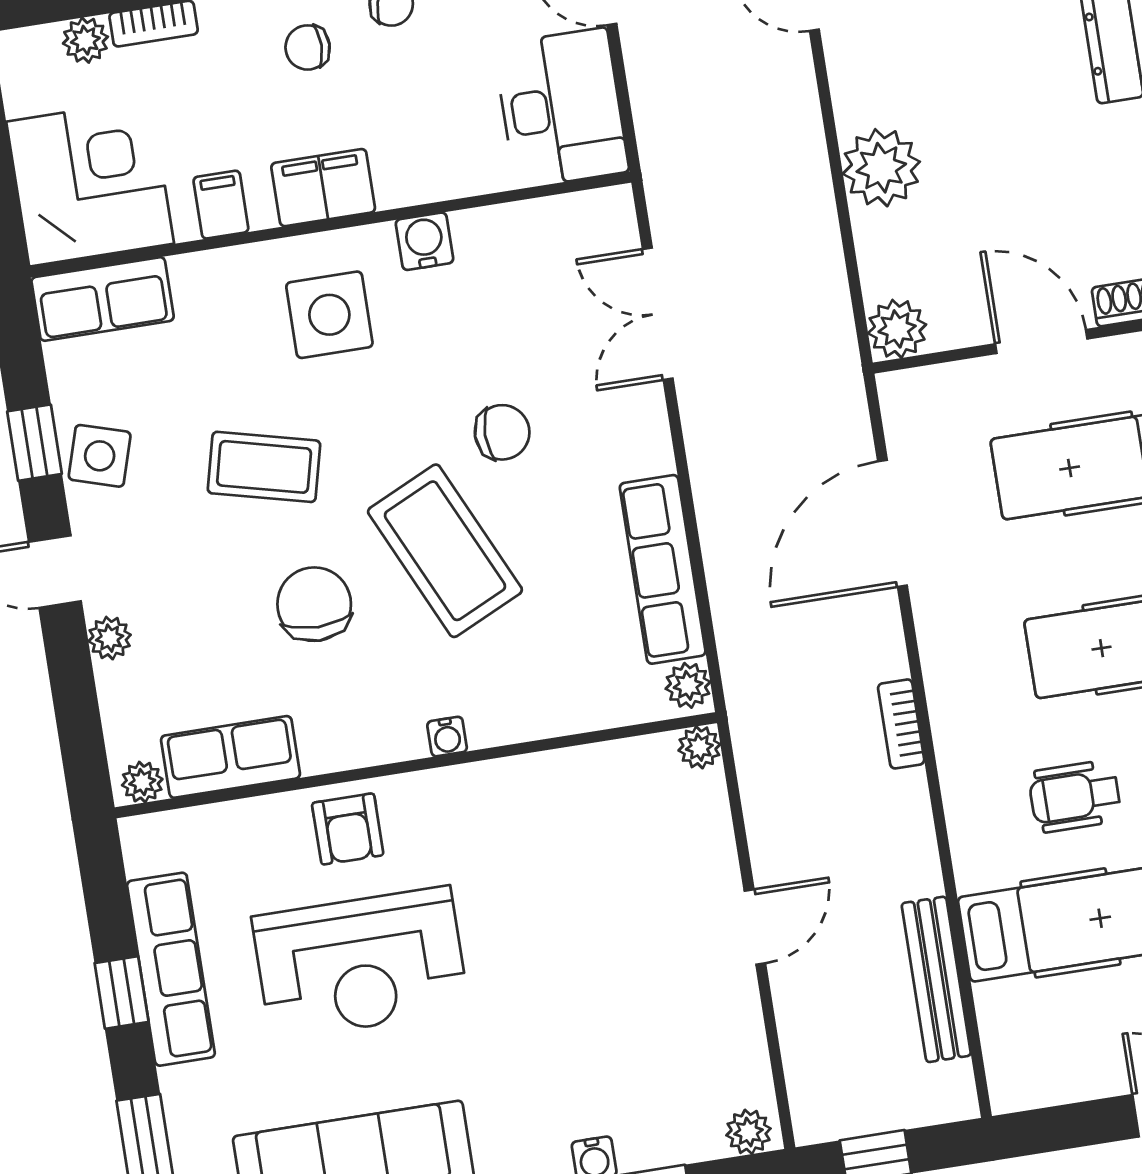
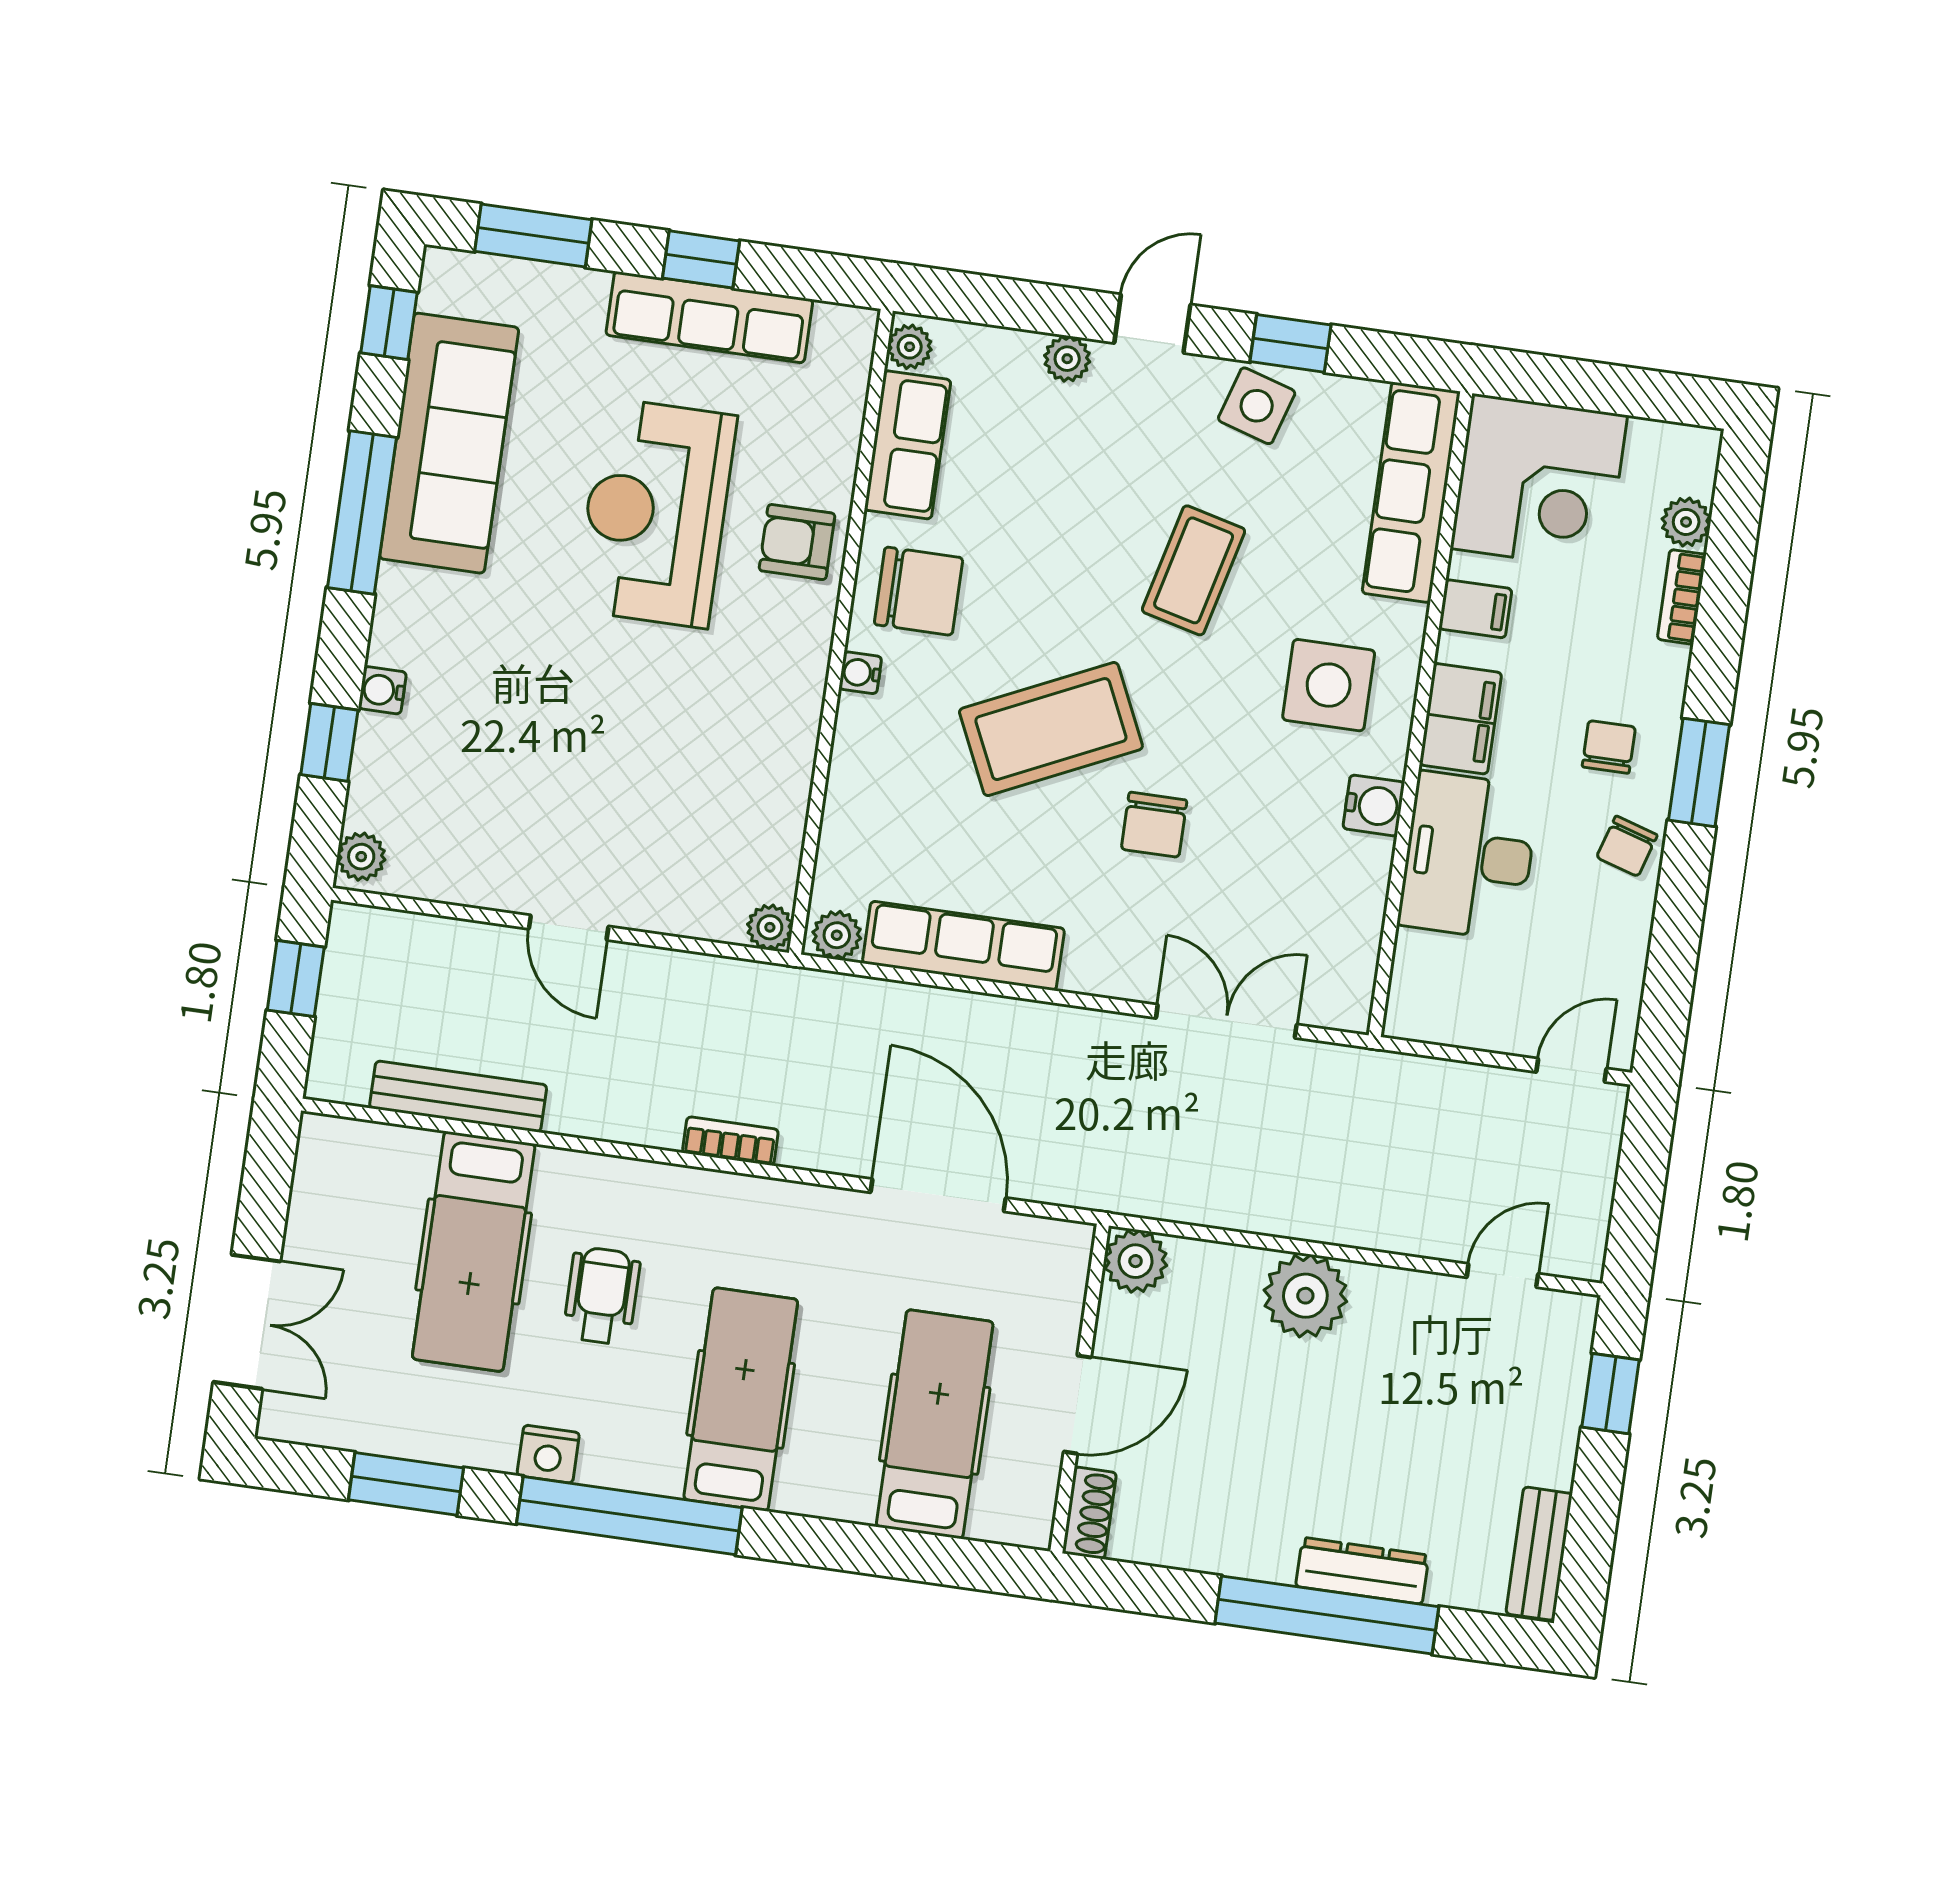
desk: (561, 108) -> (1469, 856), moved, turned 90
row of seats: (103, 299) -> (1411, 492), width x1.48
chair: (314, 604) -> (919, 591), moved

